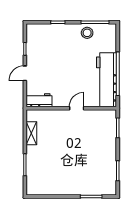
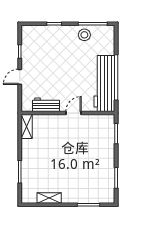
workbench: (39, 100) -> (46, 105), moved
shelving: (31, 133) -> (27, 127), moved
shelving: (53, 190) -> (49, 198), added

